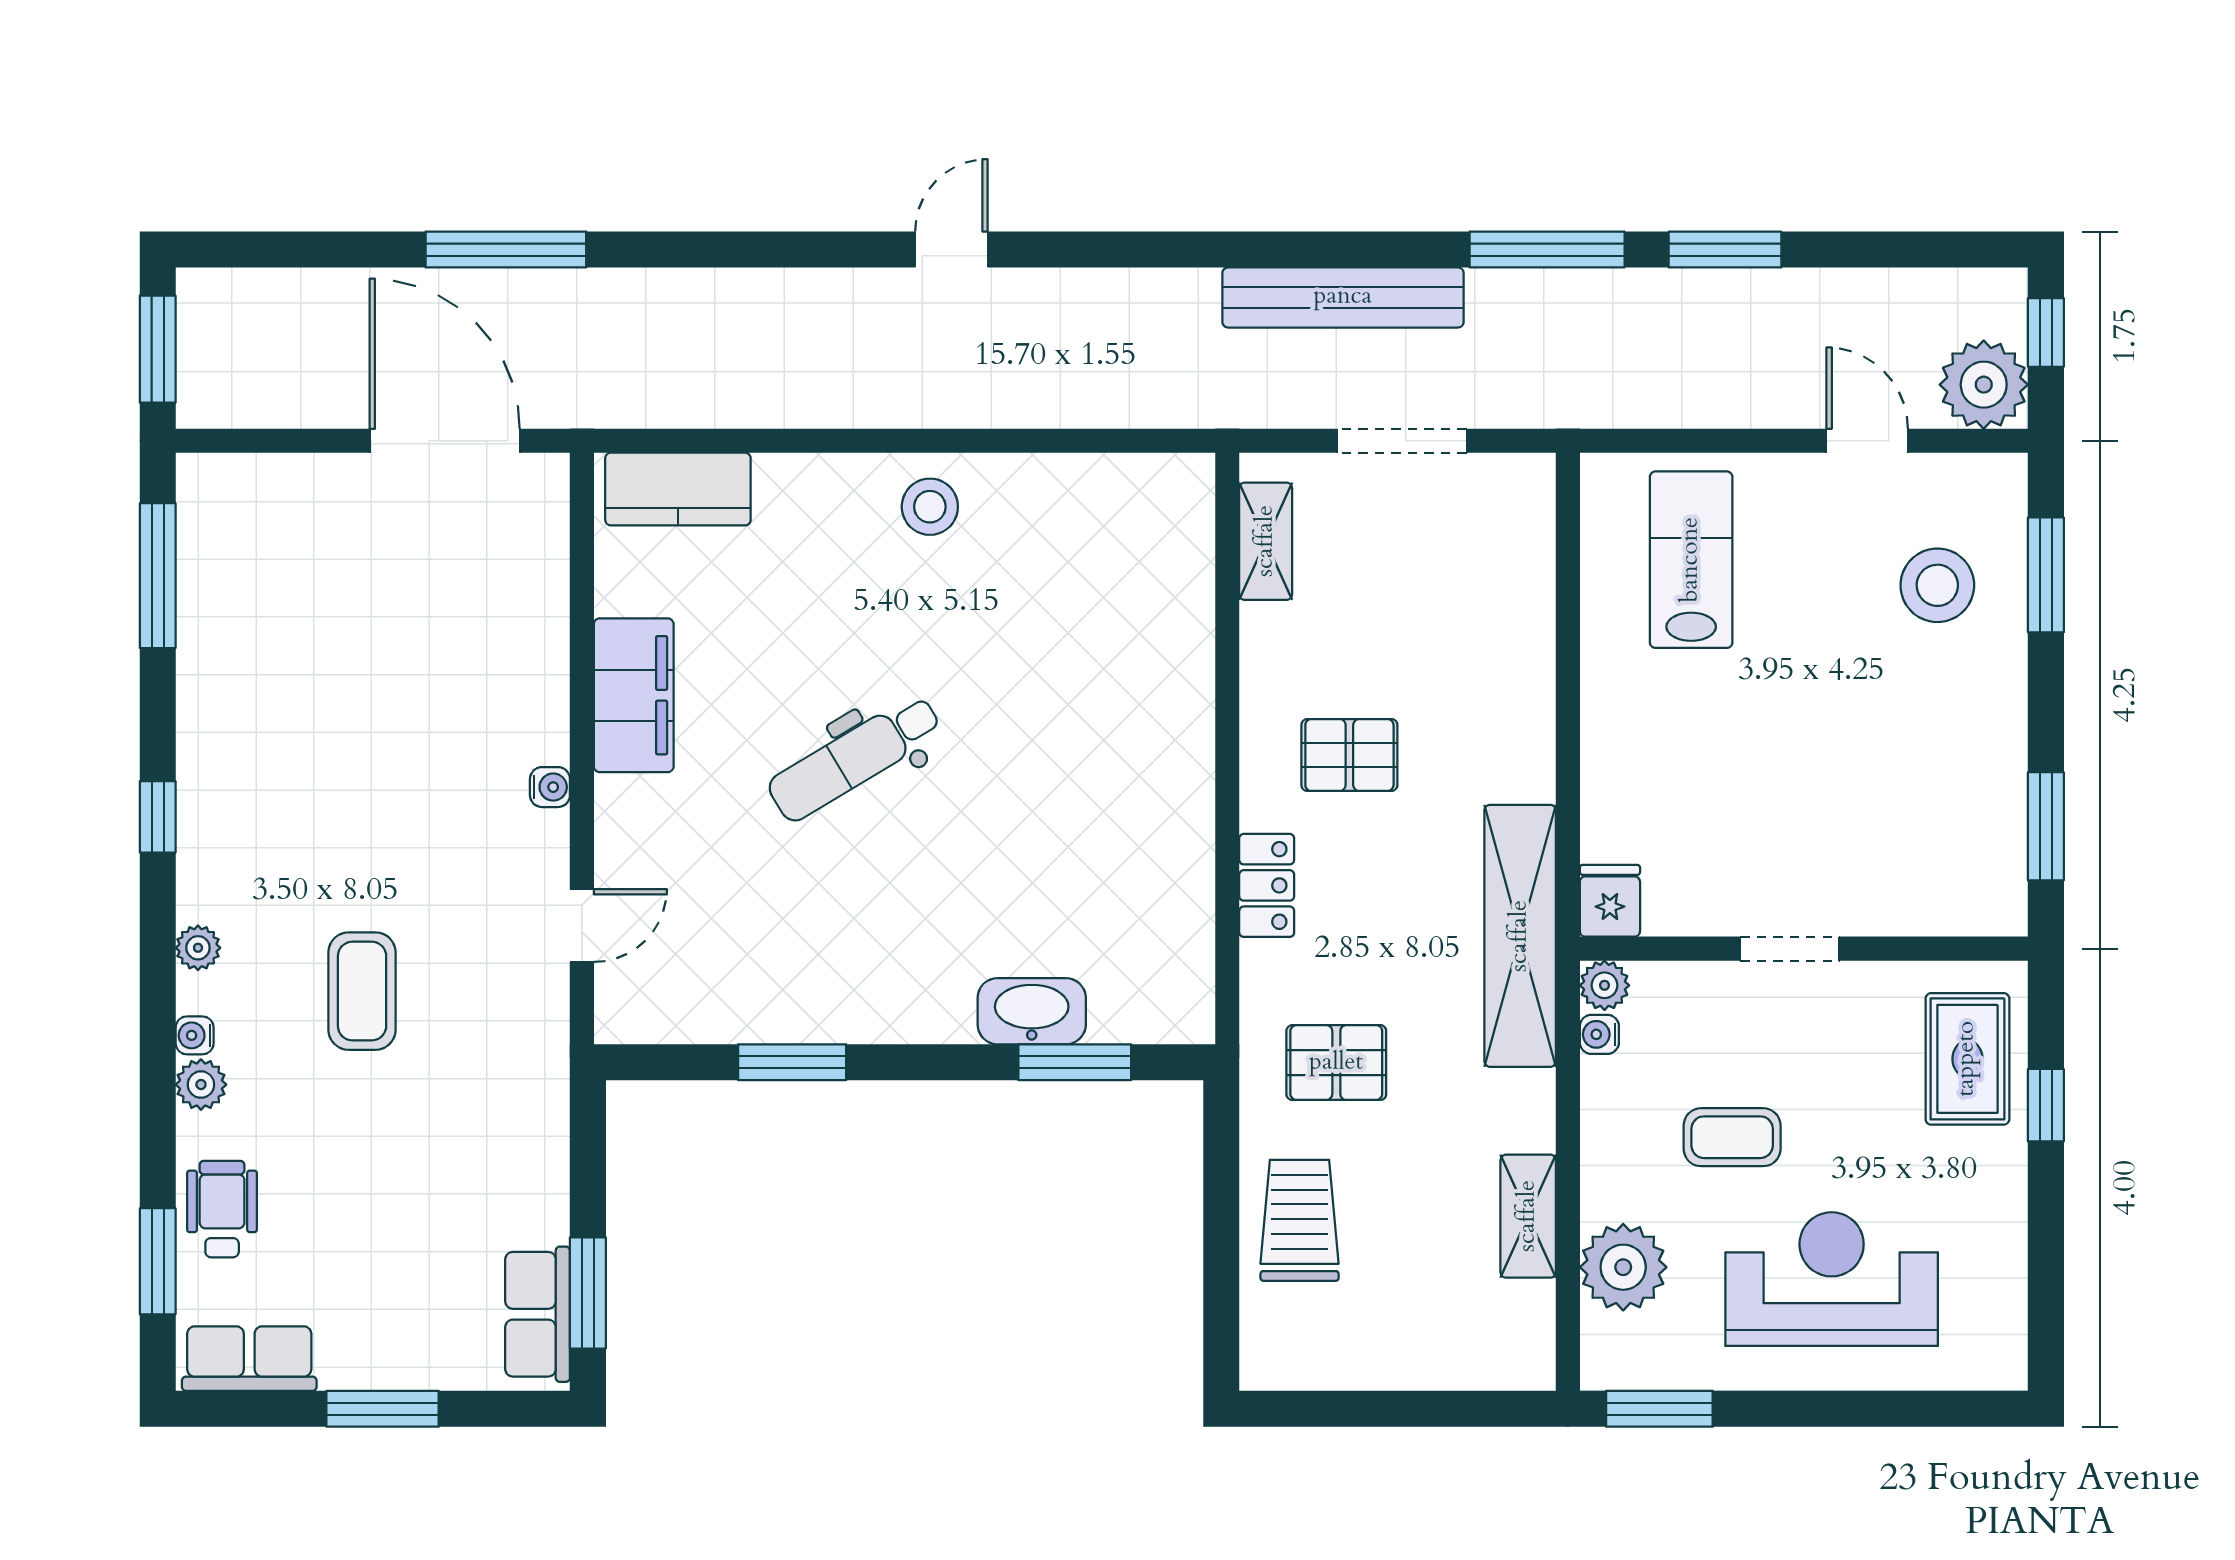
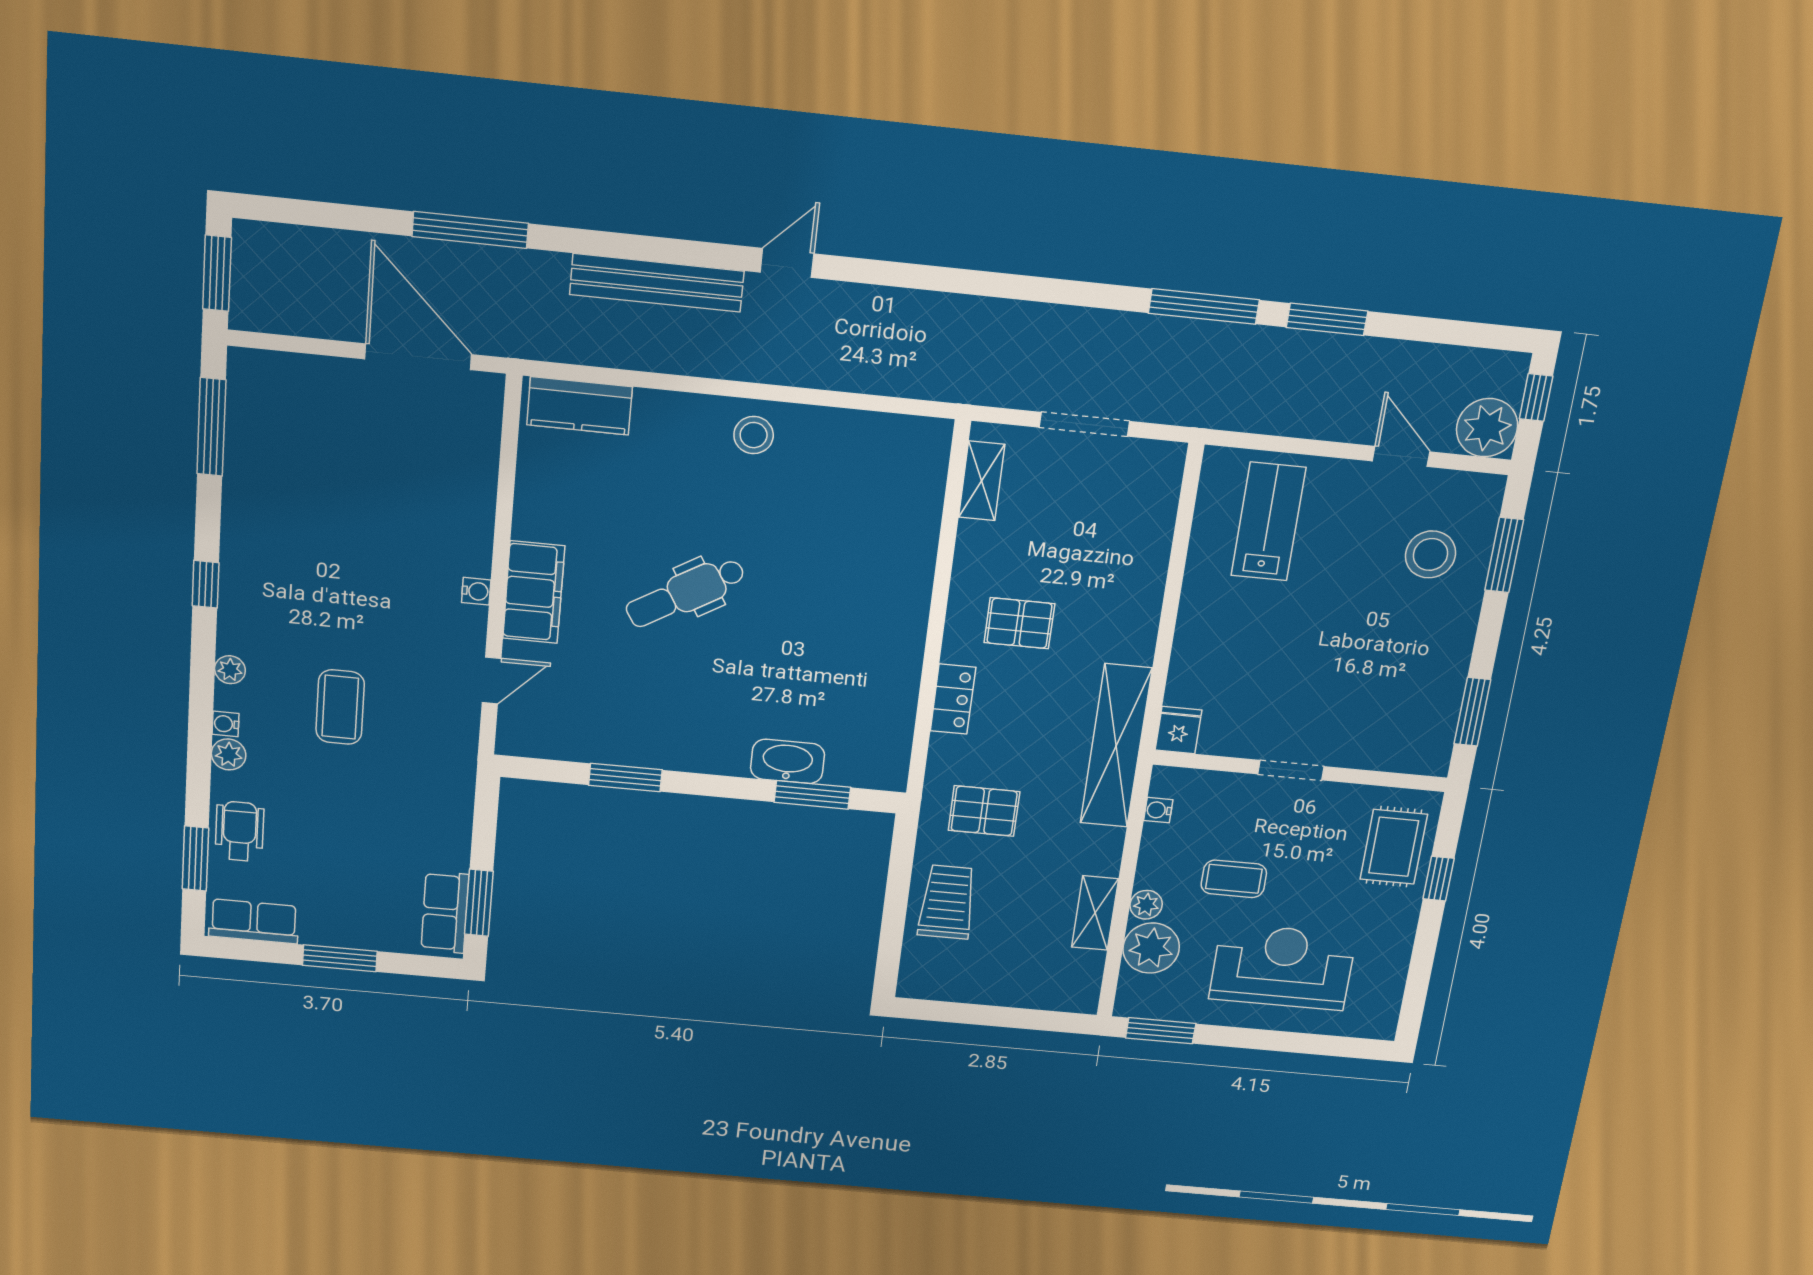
bench: (1343, 297) -> (657, 283), moved
filing cabinet: (634, 695) -> (534, 592), moved
plant: (1604, 985) -> (1146, 905), moved

